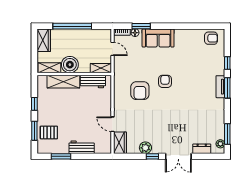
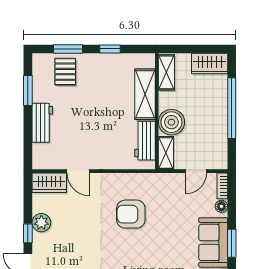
window: (141, 26) -> (232, 243), moved
boiler: (70, 65) -> (171, 122), moved
armchair: (165, 81) -> (145, 253), removed
door: (113, 124) -> (78, 171), swing flipped

